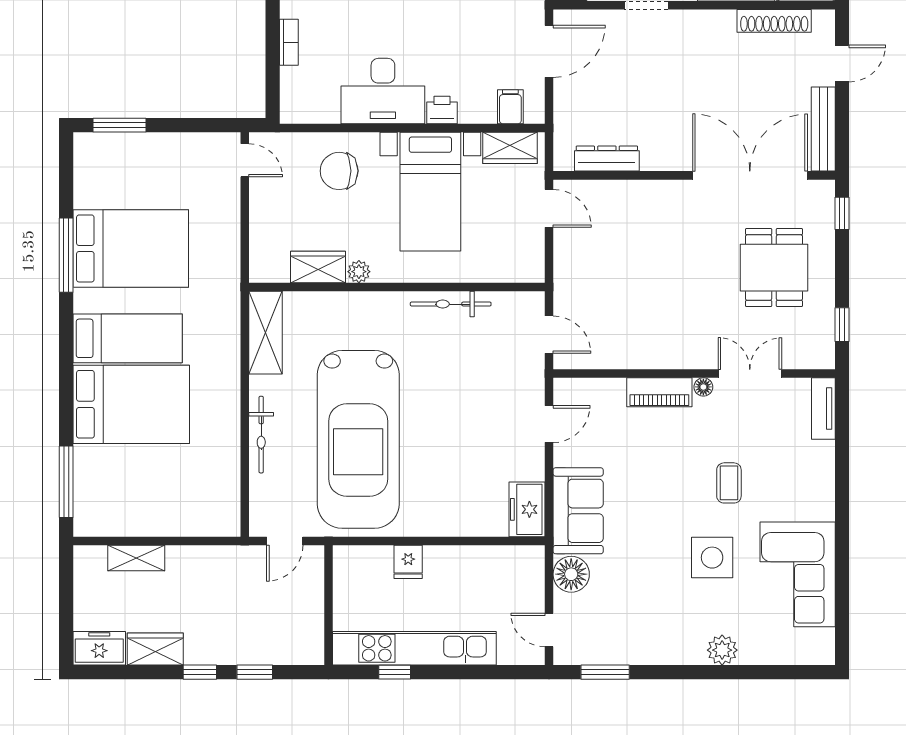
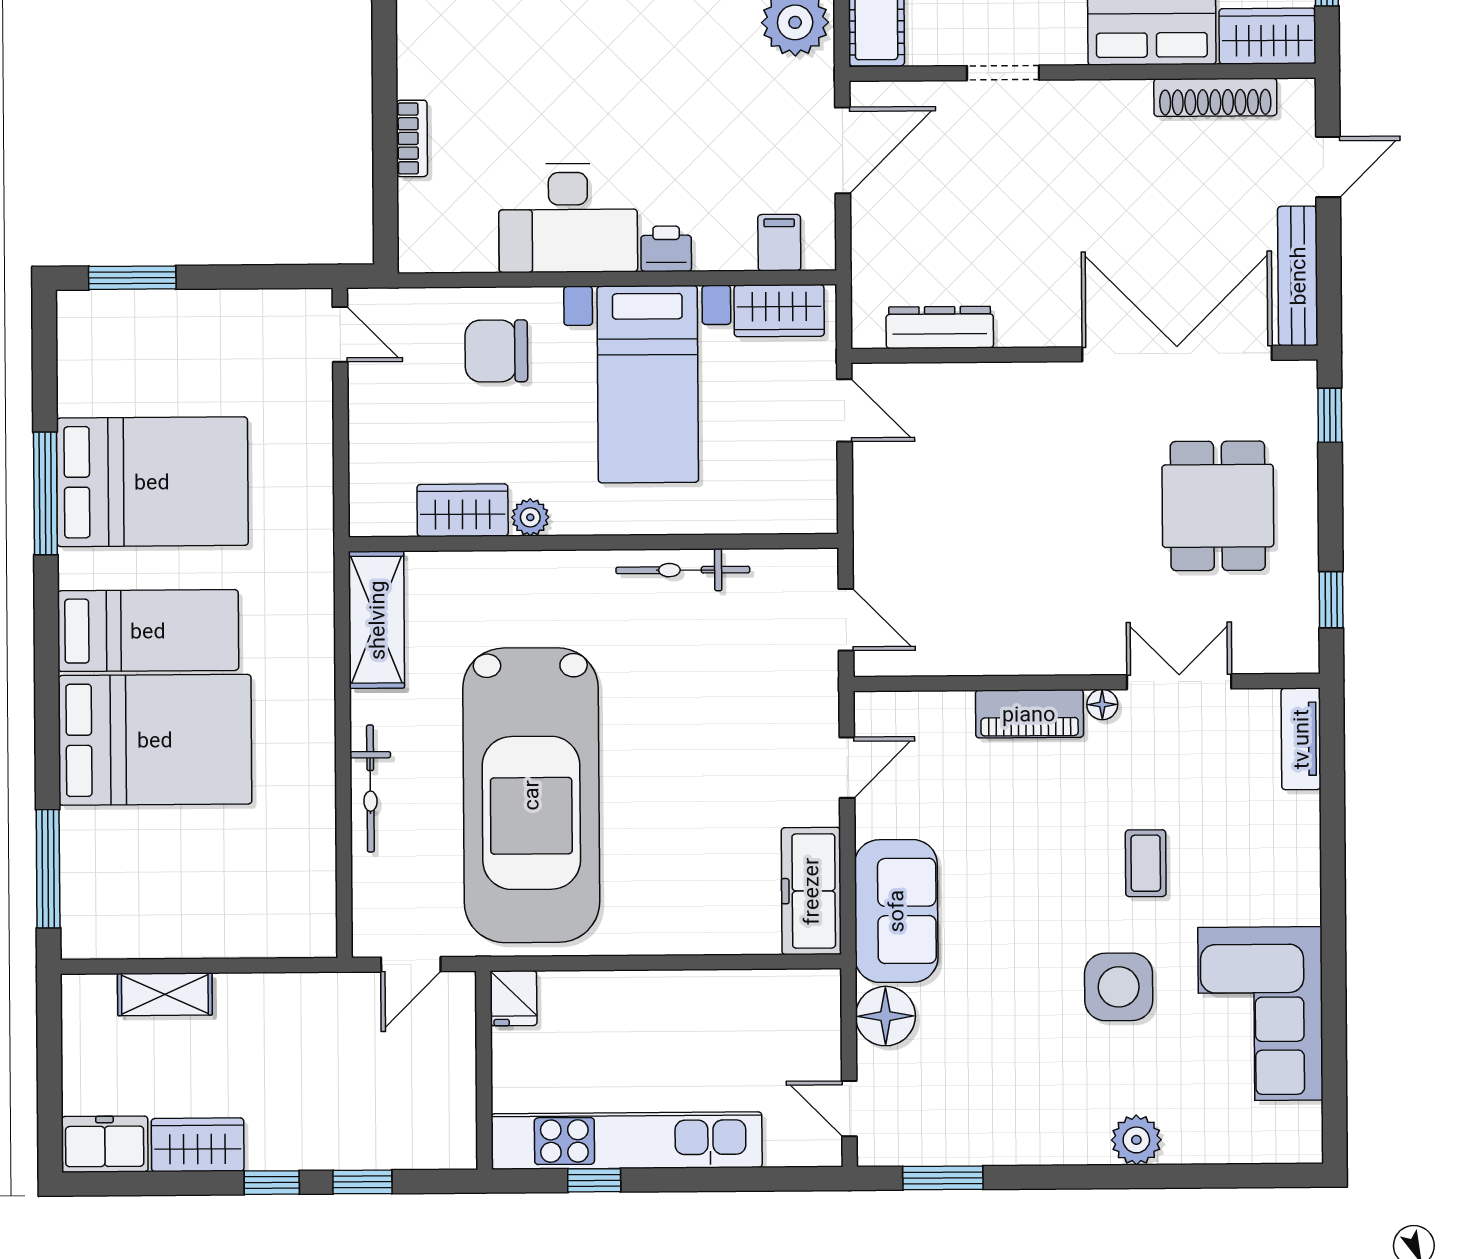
freezer: (527, 509) -> (811, 891), width x1.40
fridge: (408, 562) -> (514, 998), moved

